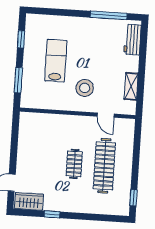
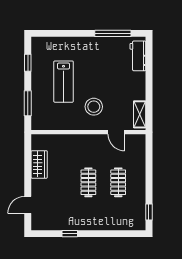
lab bench: (56, 61) -> (64, 82), turned 180
shelving: (131, 86) -> (140, 114), moved
clothes rail: (104, 166) -> (118, 182), width x0.54, depth x0.76
wardrobe: (29, 201) -> (39, 164), moved, turned 90

